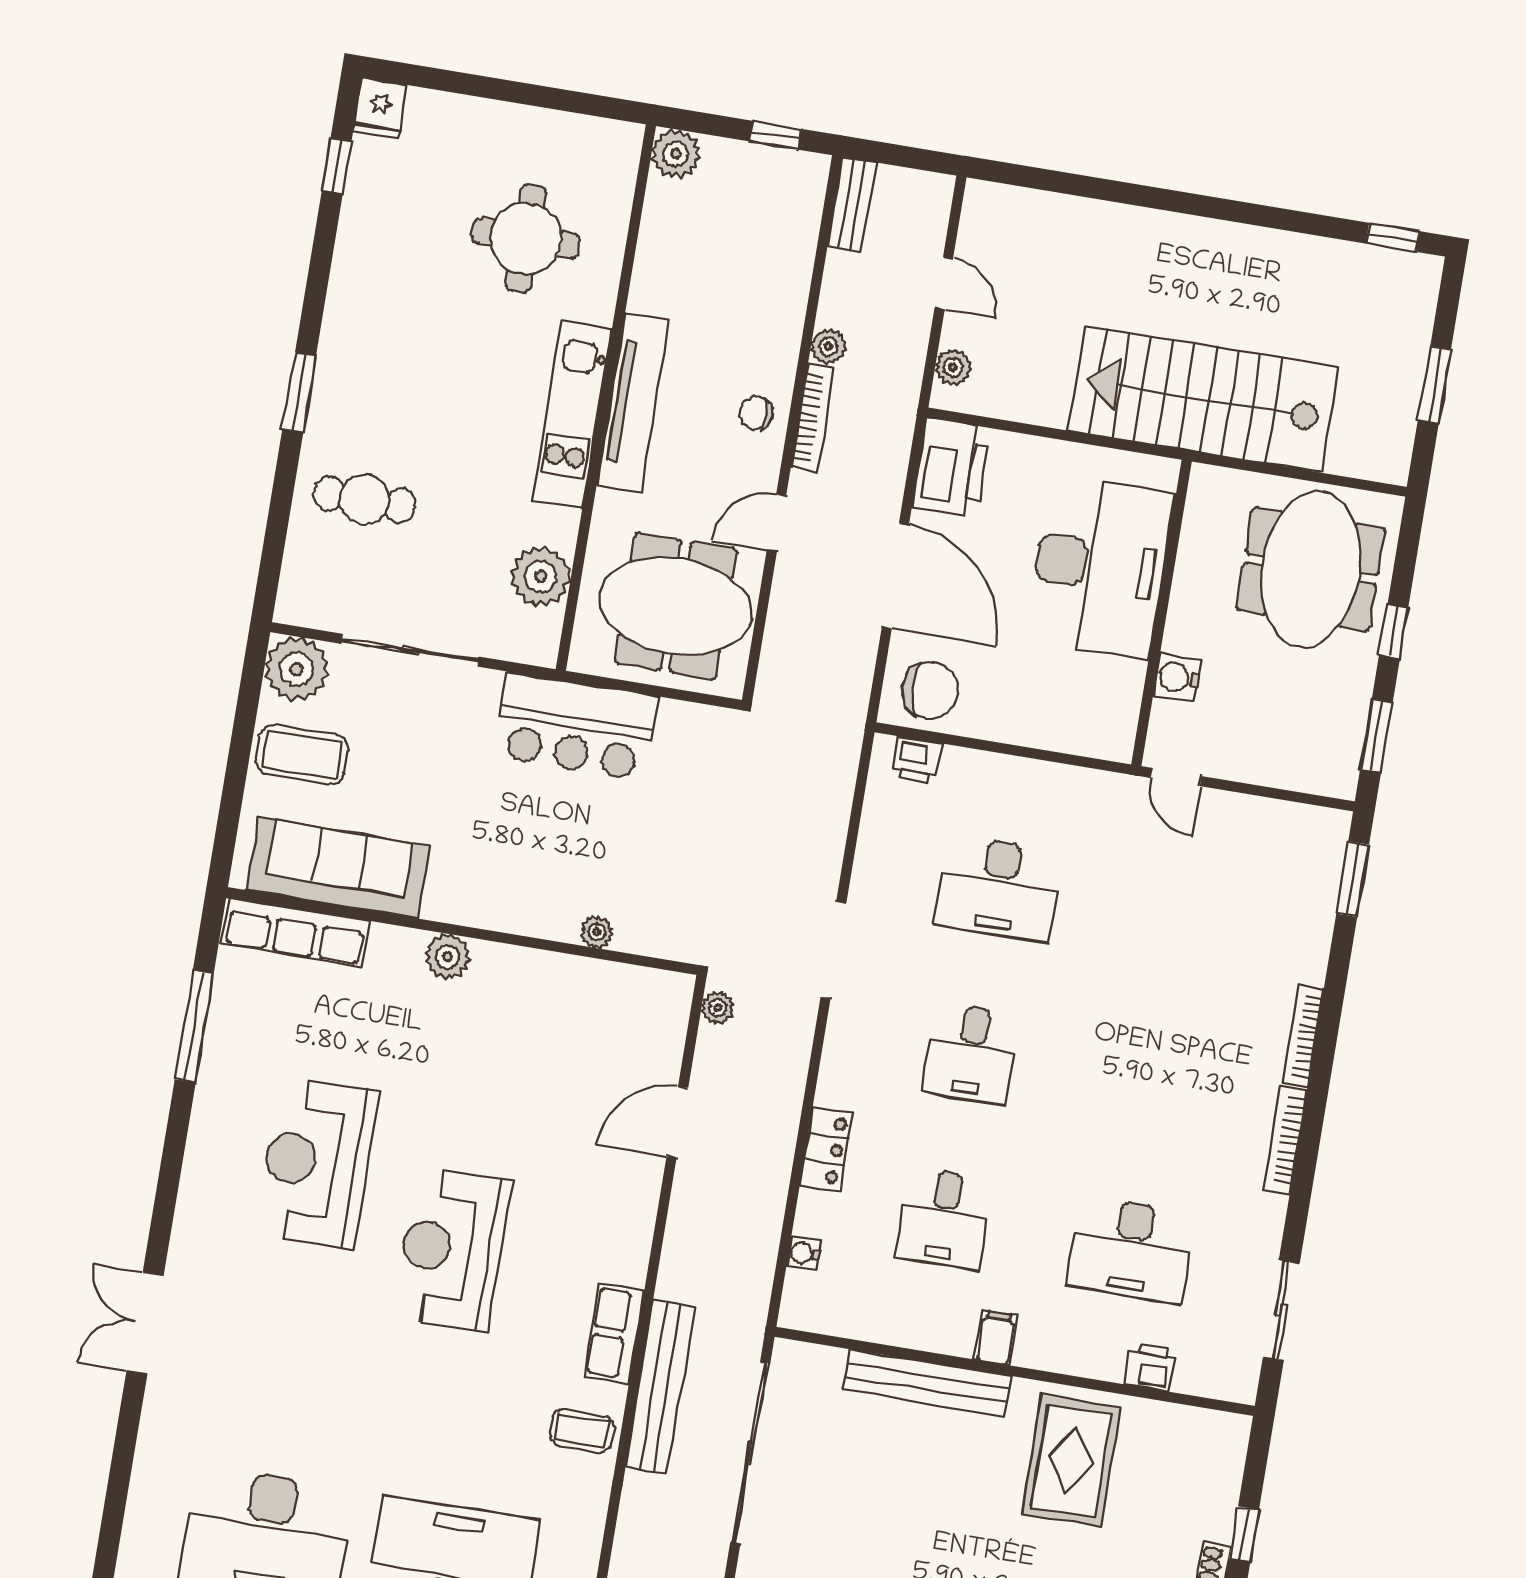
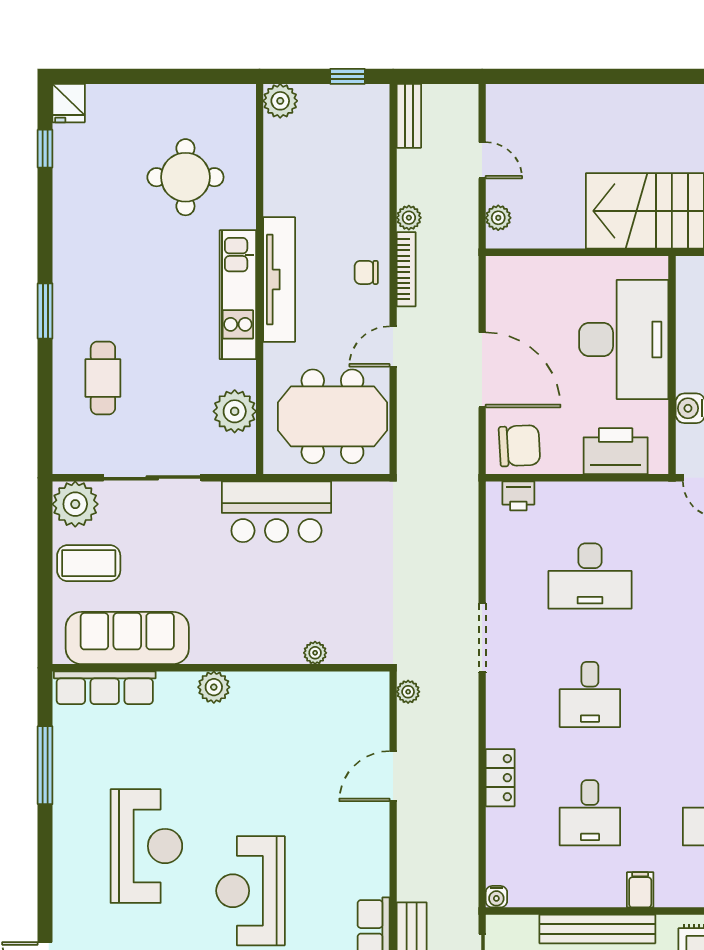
printer: (951, 468) -> (616, 451), moved, turned -90
cafe table: (364, 500) -> (103, 378), turned 90
reception desk: (317, 1163) -> (146, 846), turned 180
water cooler: (804, 1253) -> (496, 897), moved, turned -90

